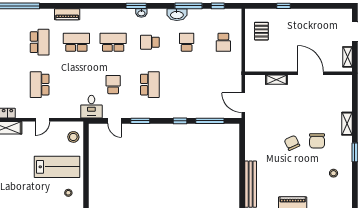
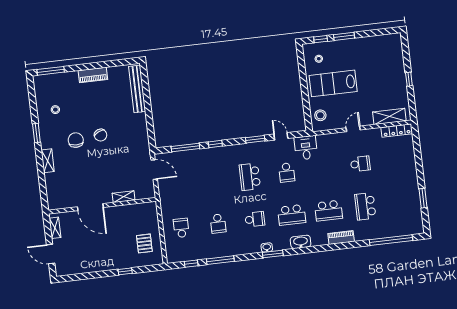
washbasin: (177, 15) -> (301, 242), moved
school desk: (40, 85) -> (360, 164), width x0.54

